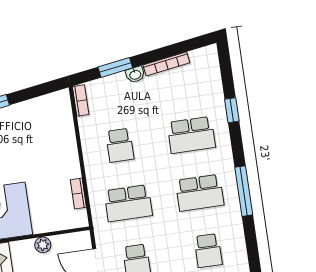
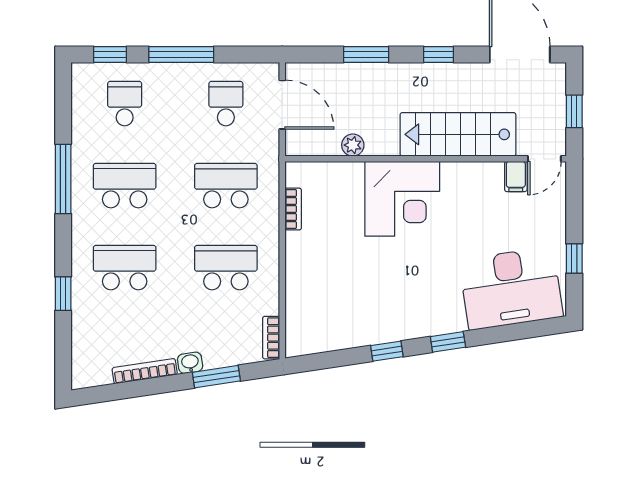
school desk: (120, 145) -> (226, 268), width x1.85

